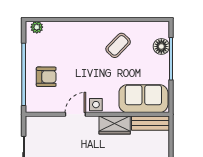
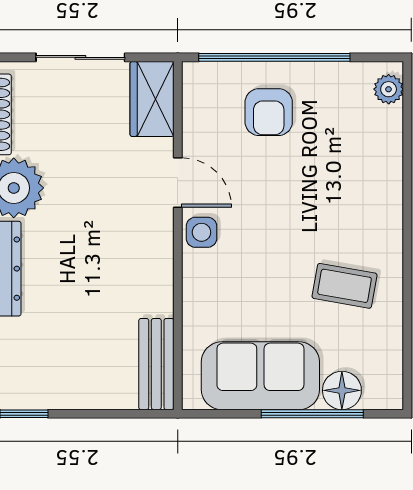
coffee table: (118, 45) -> (345, 286), turned -34
sofa: (143, 99) -> (260, 376), moved, turned -90
wardrobe: (115, 125) -> (152, 99), moved

